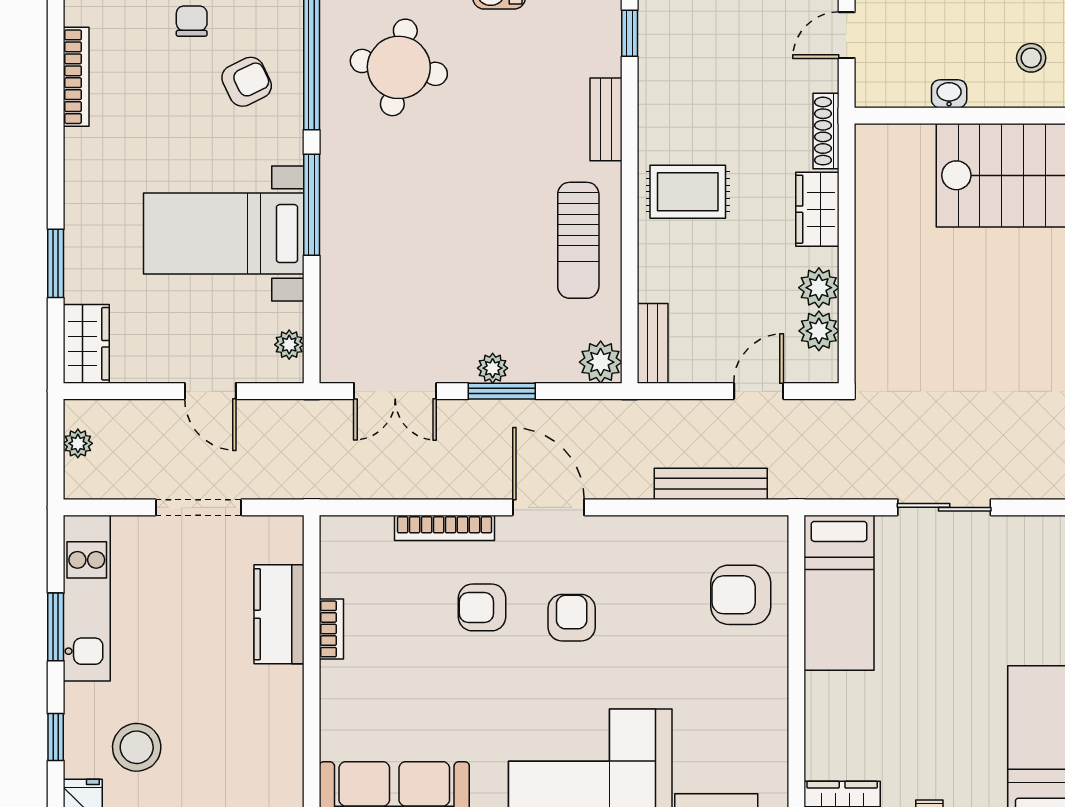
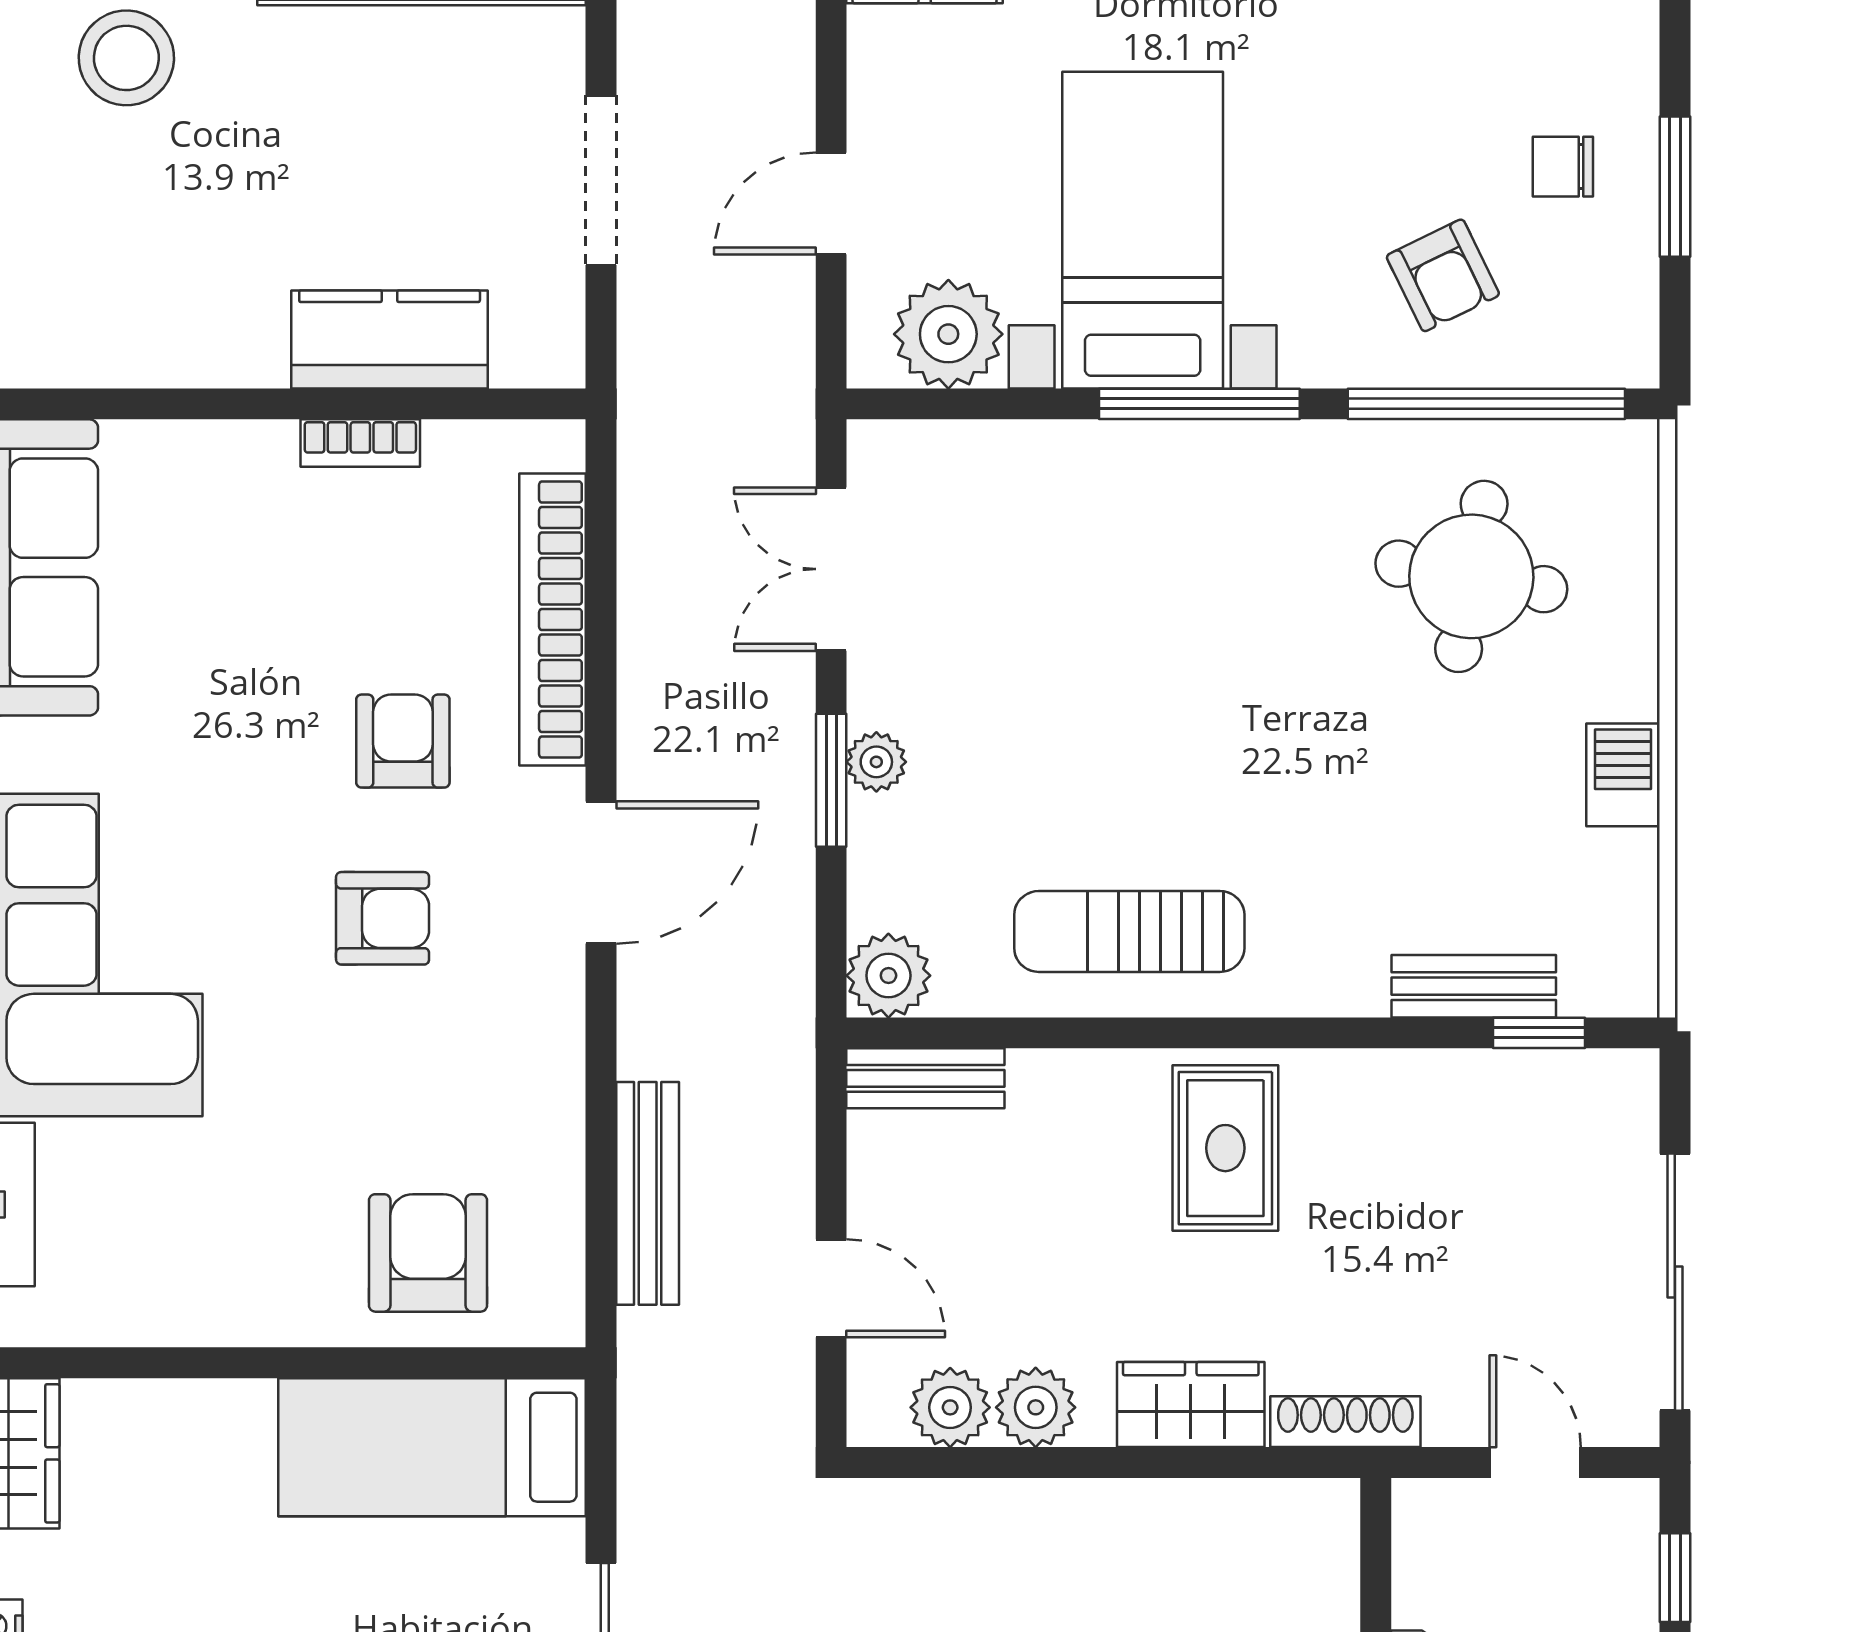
chair: (192, 21) -> (1563, 167), turned 180
bench: (606, 119) -> (1474, 986), moved
plant: (289, 345) -> (948, 334), width x1.88, depth x1.88
bookcase: (445, 528) -> (552, 620), width x1.48, depth x1.31

